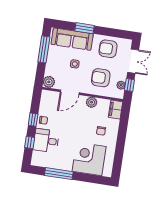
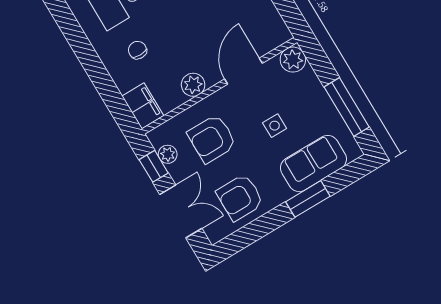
sofa: (72, 39) -> (313, 164), width x0.73
armchair: (108, 49) -> (240, 197), turned 180
double door: (133, 61) -> (181, 211), swing flipped
armchair: (101, 78) -> (212, 139), turned 180

